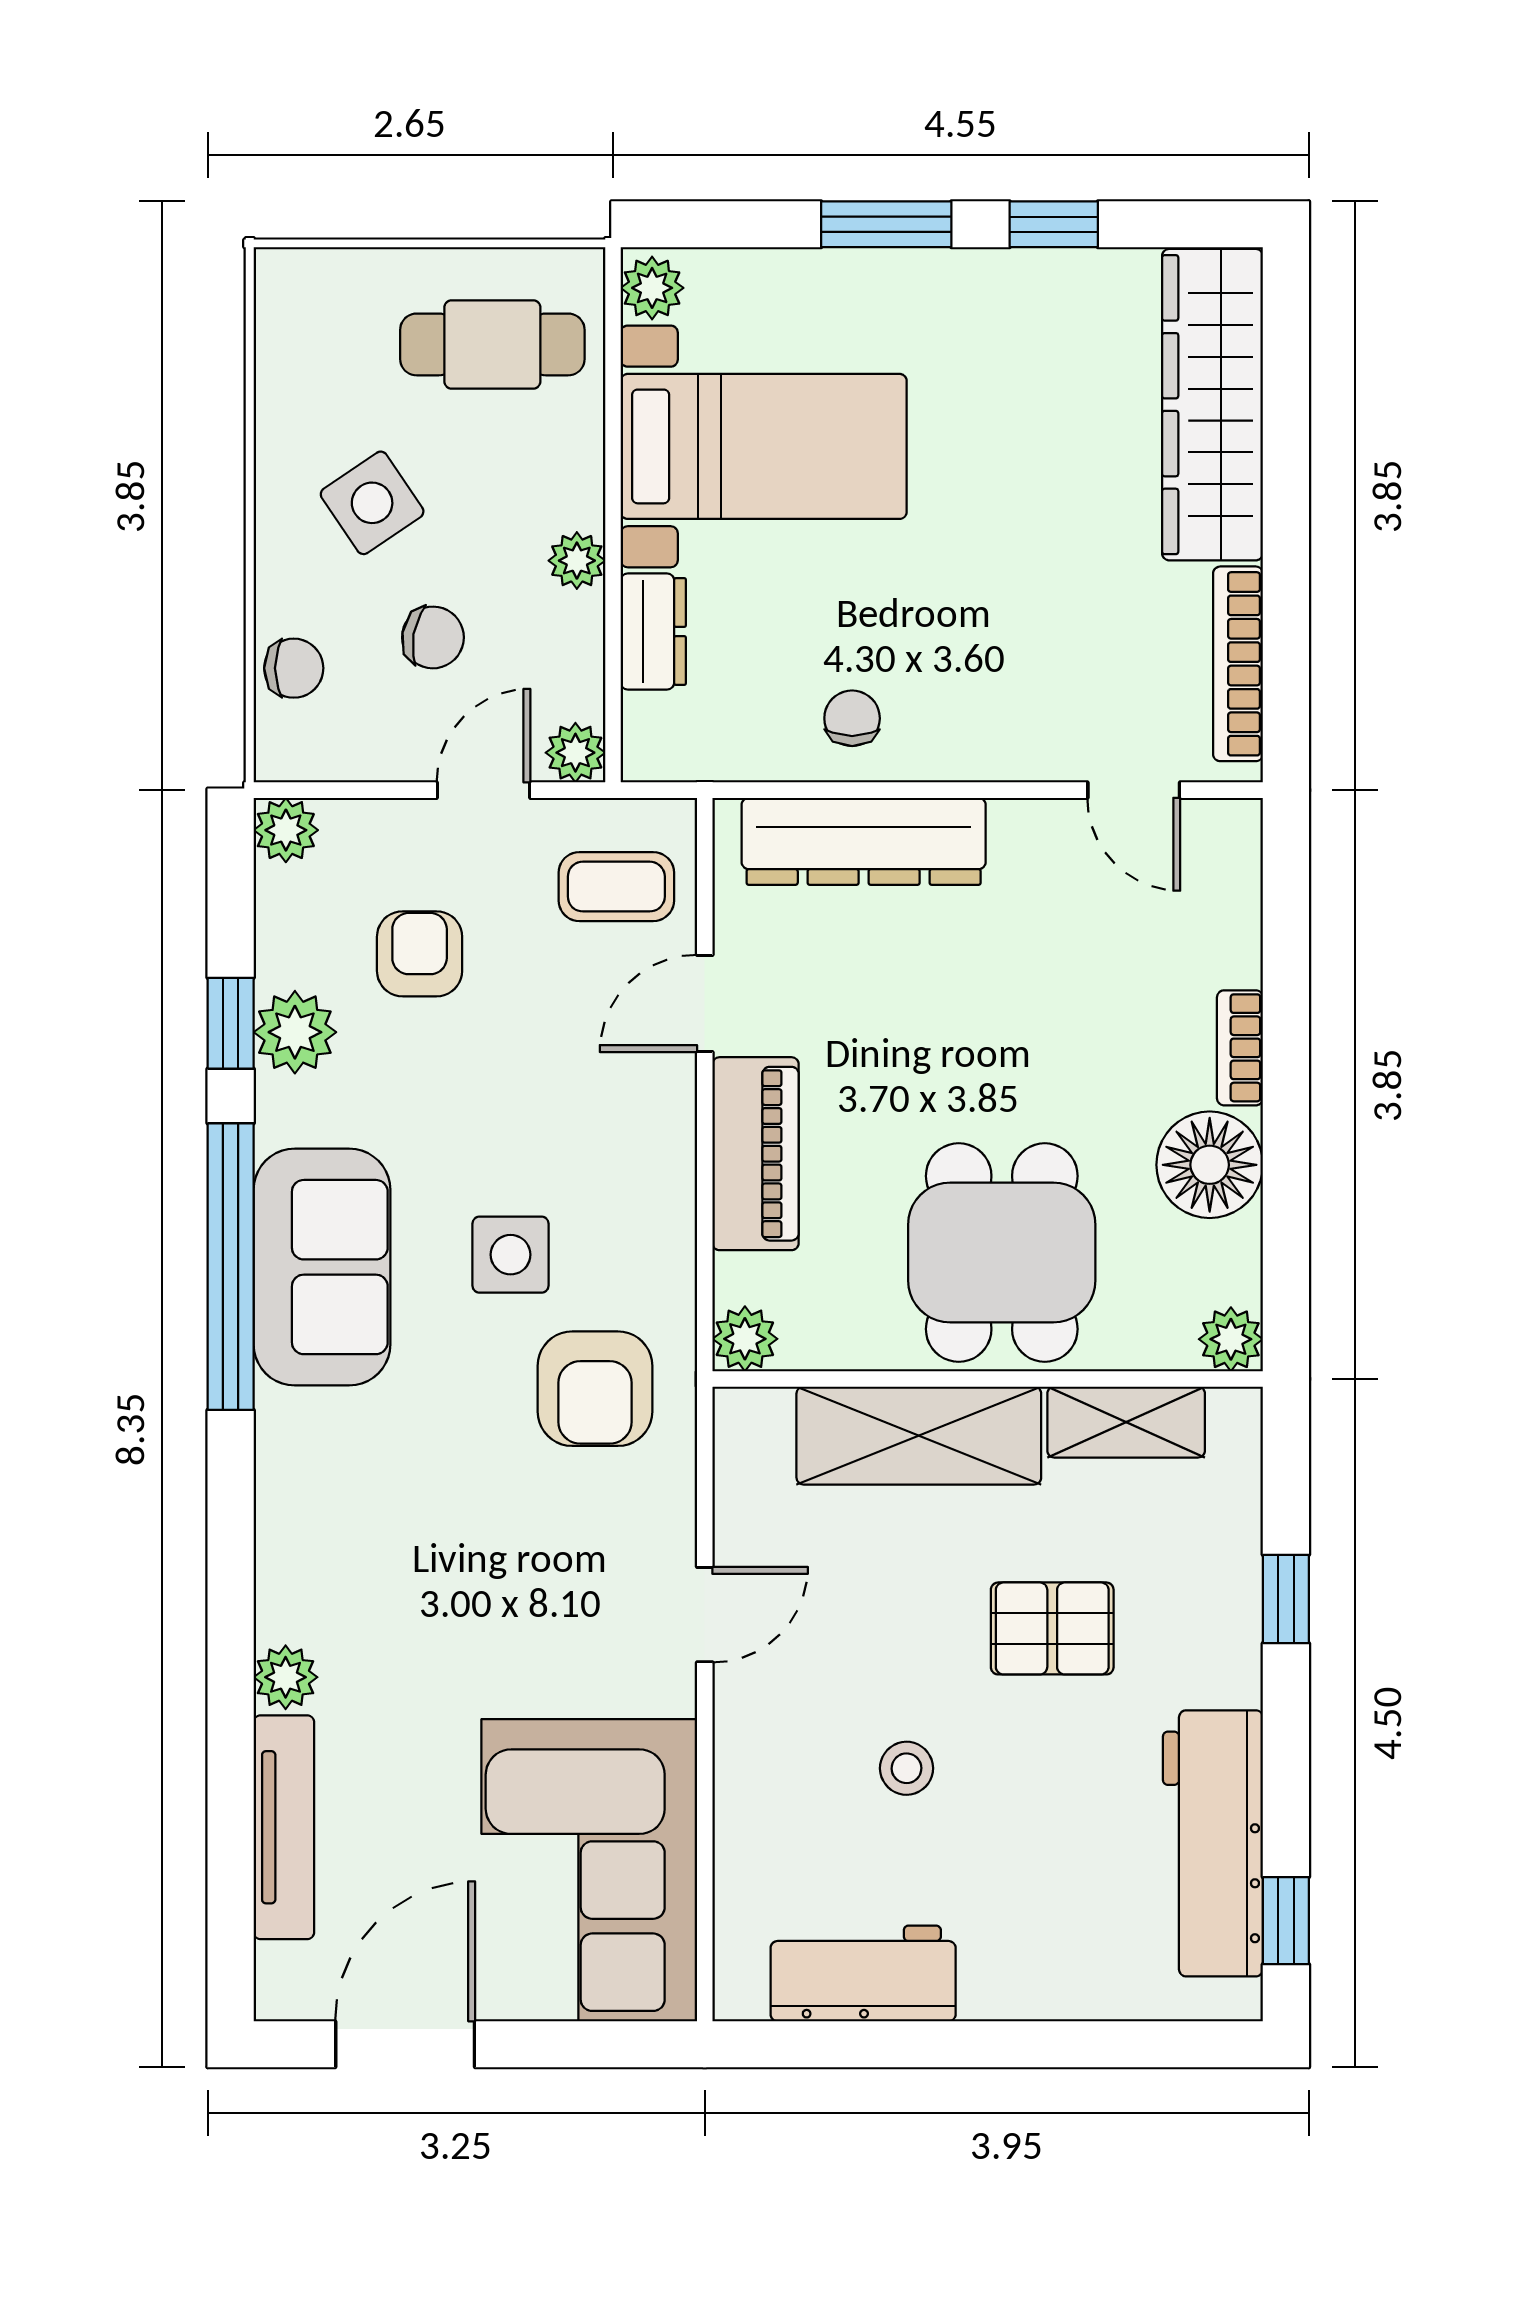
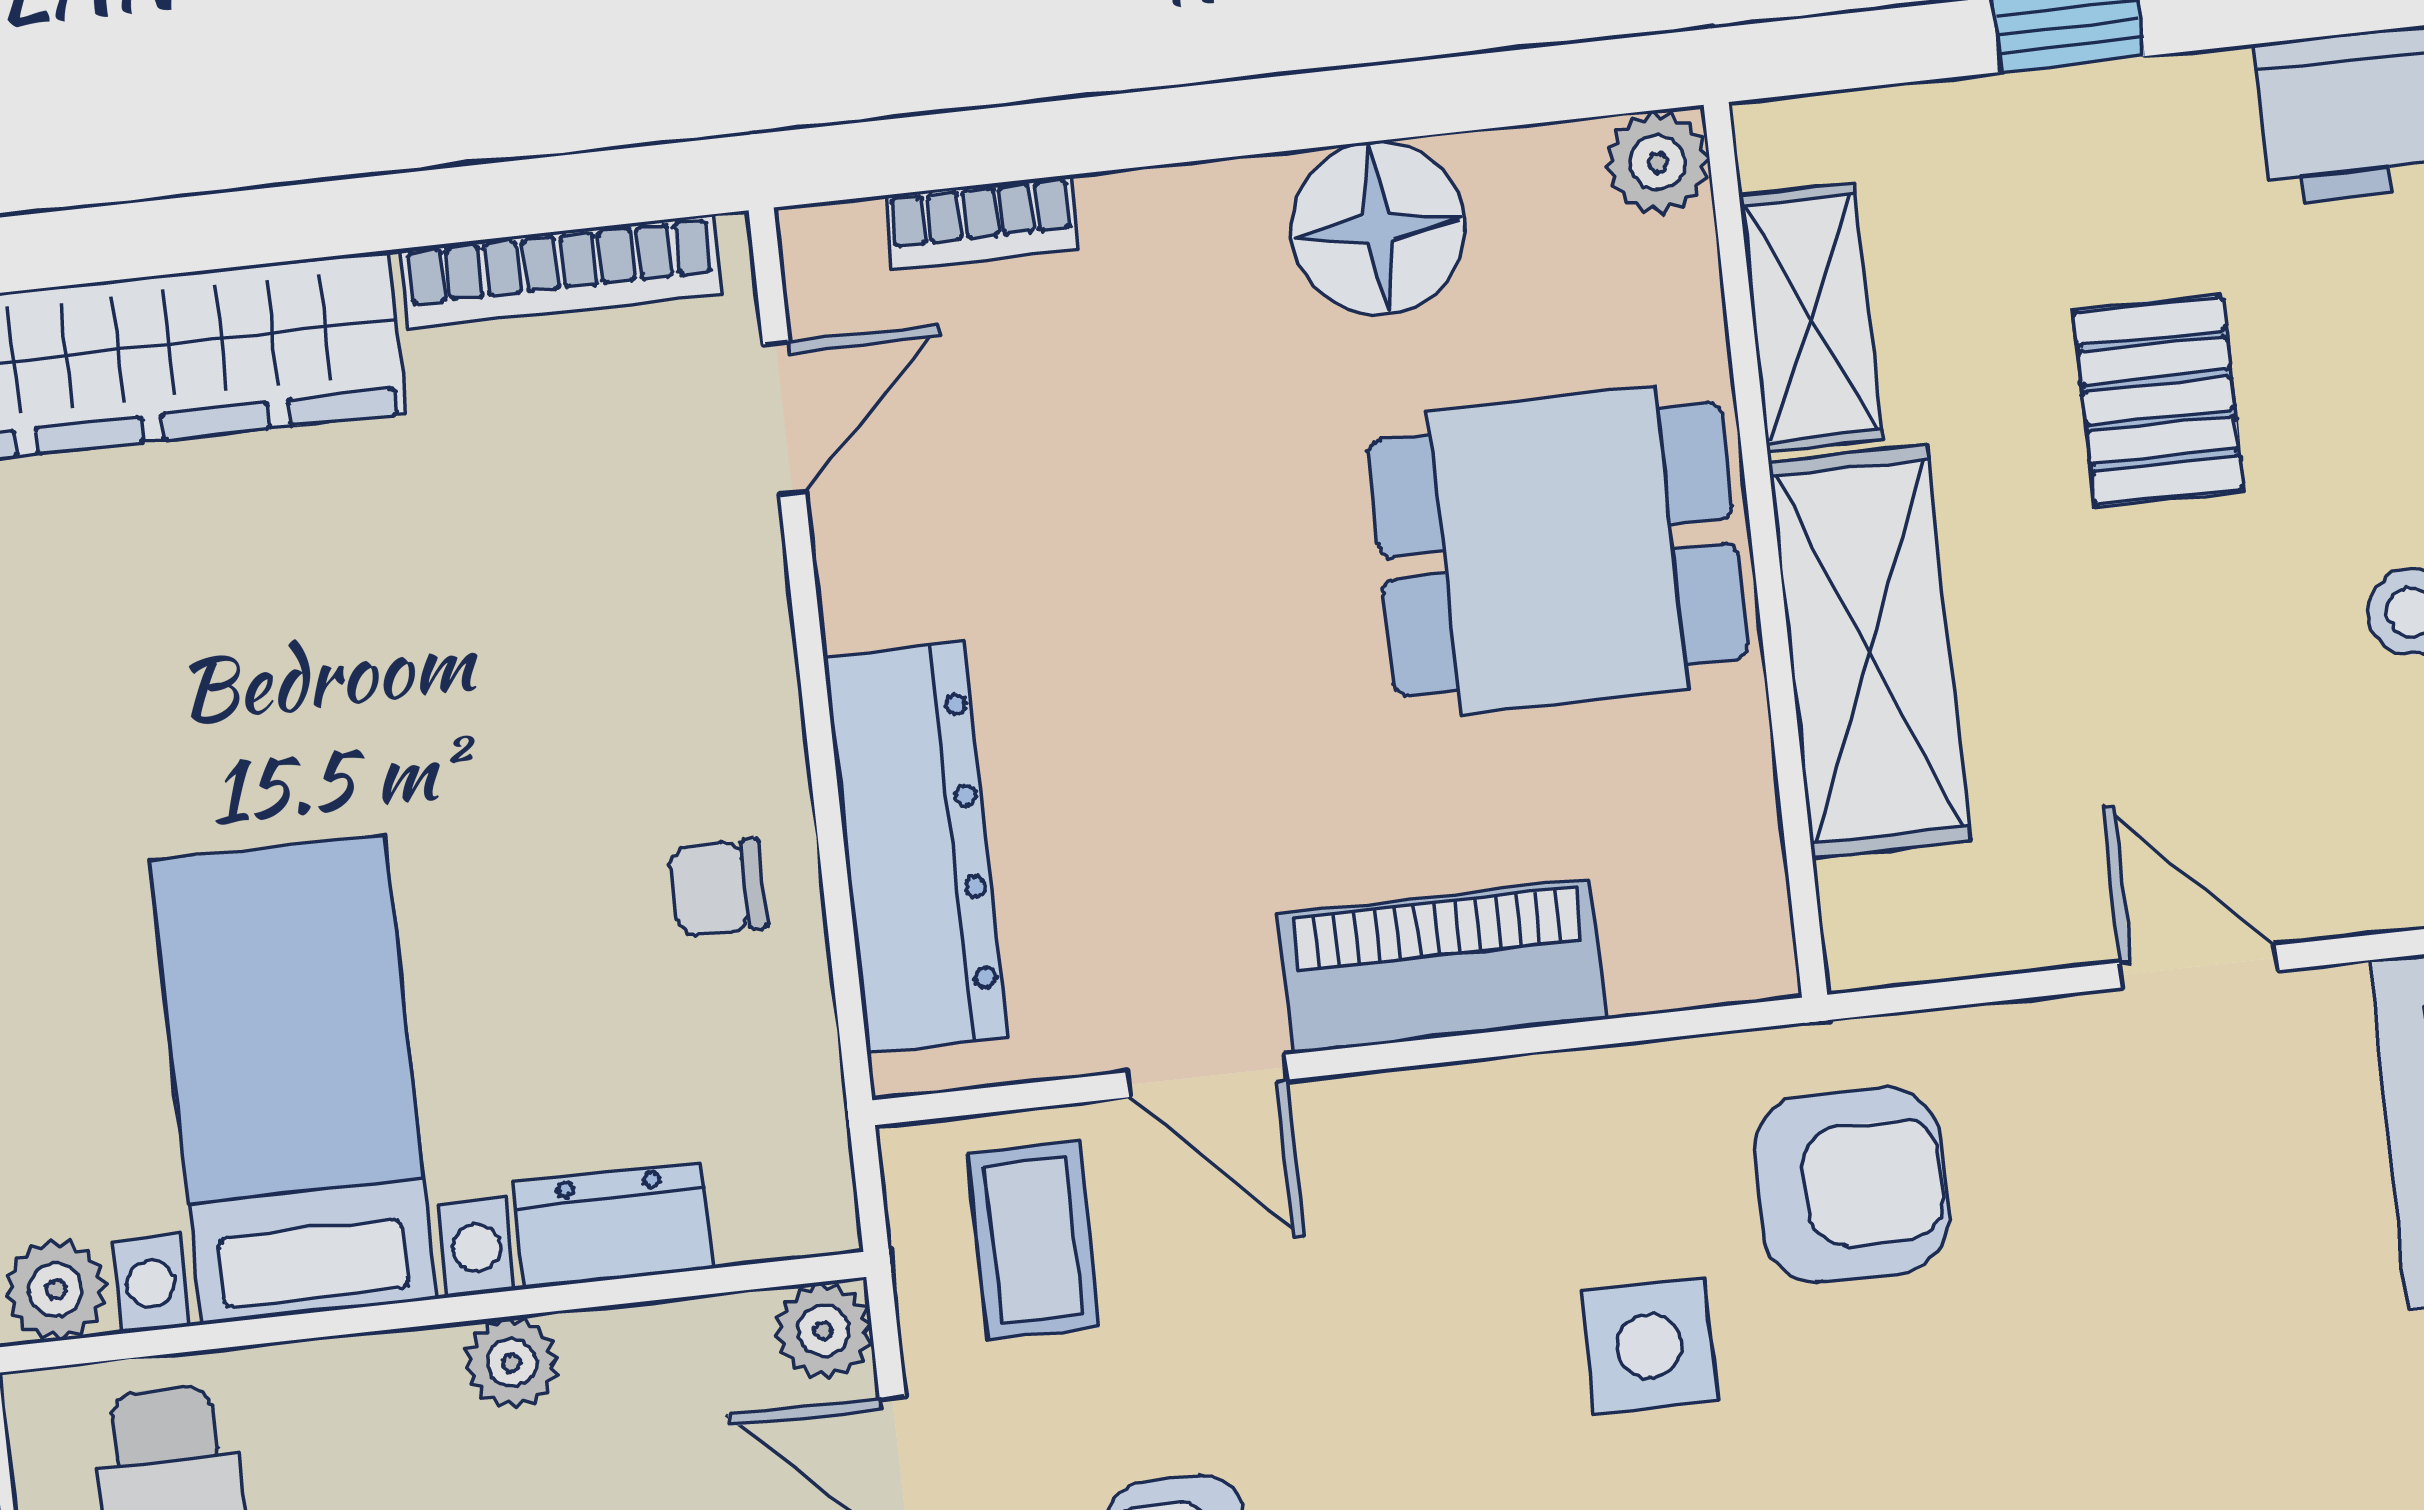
bookcase: (1240, 1048) -> (981, 222), moved
plant: (745, 1339) -> (1744, 951), removed

